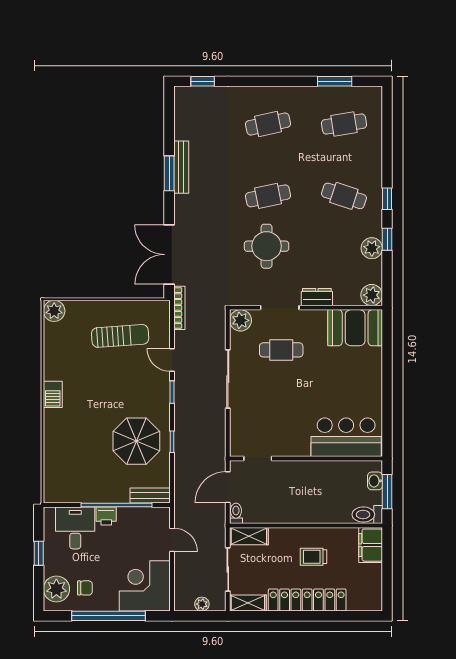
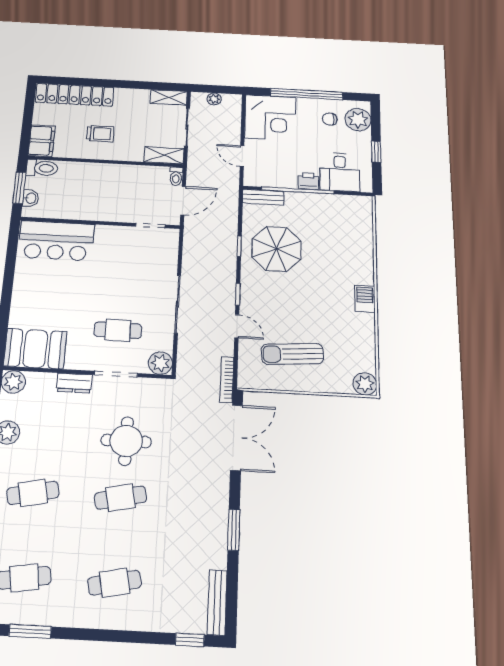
bench: (181, 167) -> (217, 602), moved
cafe table: (344, 196) -> (33, 493), turned -30
locker: (307, 600) -> (75, 95), moved

